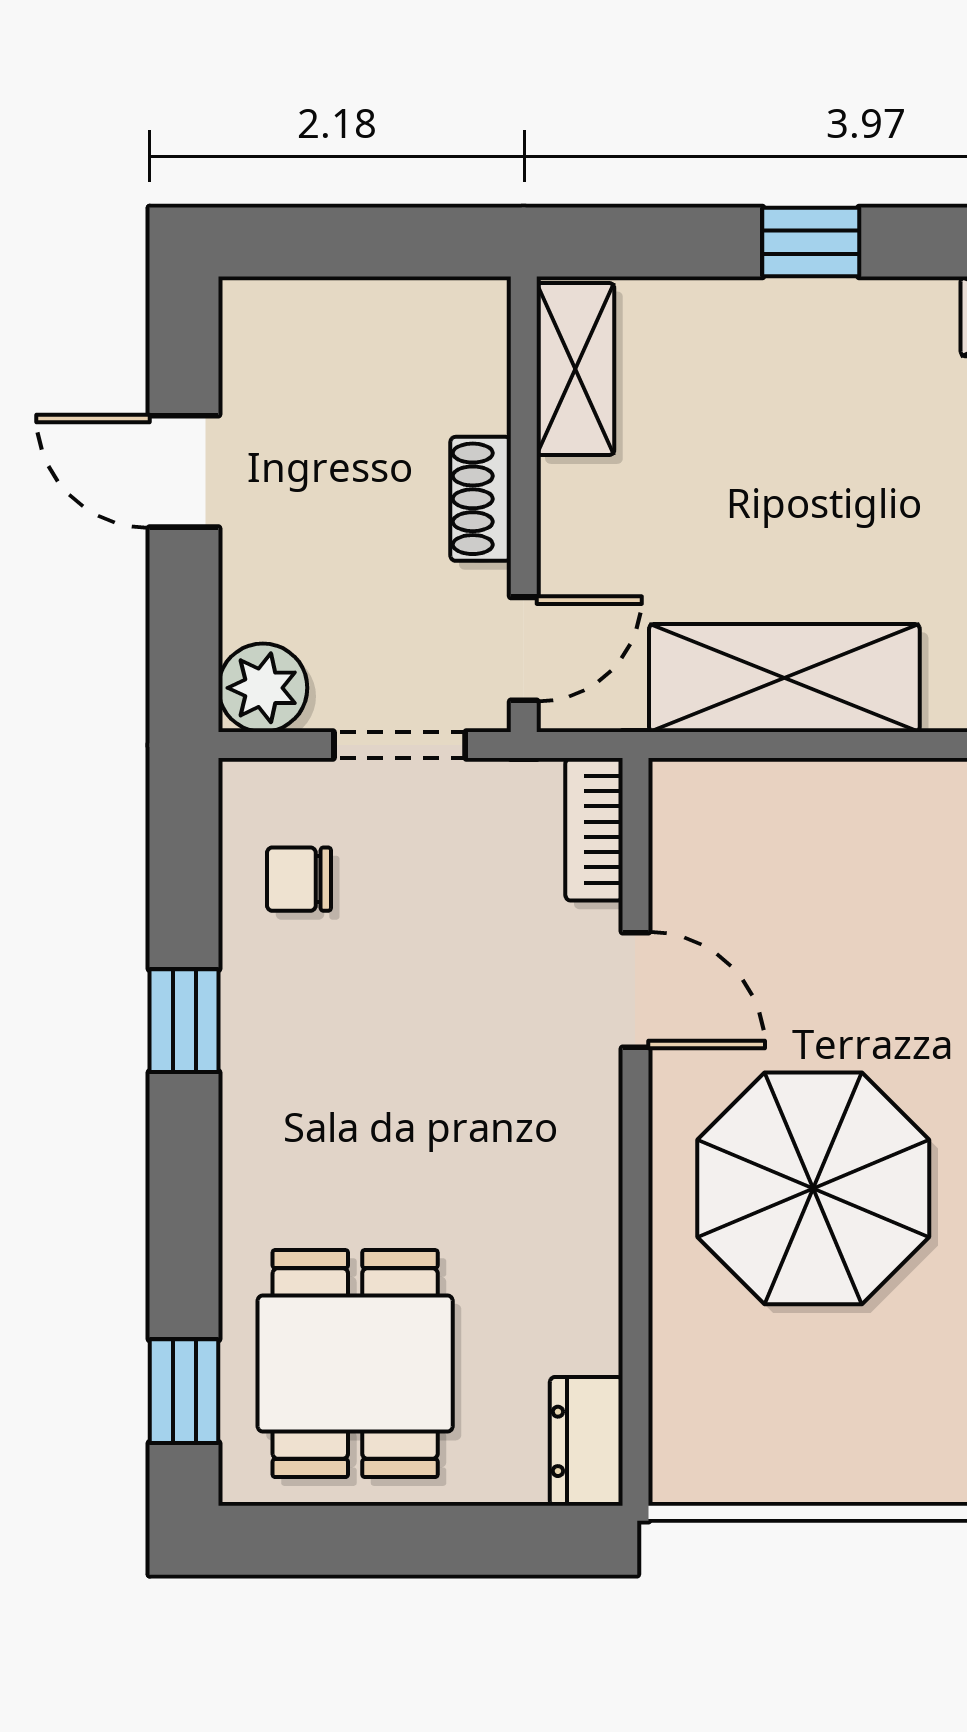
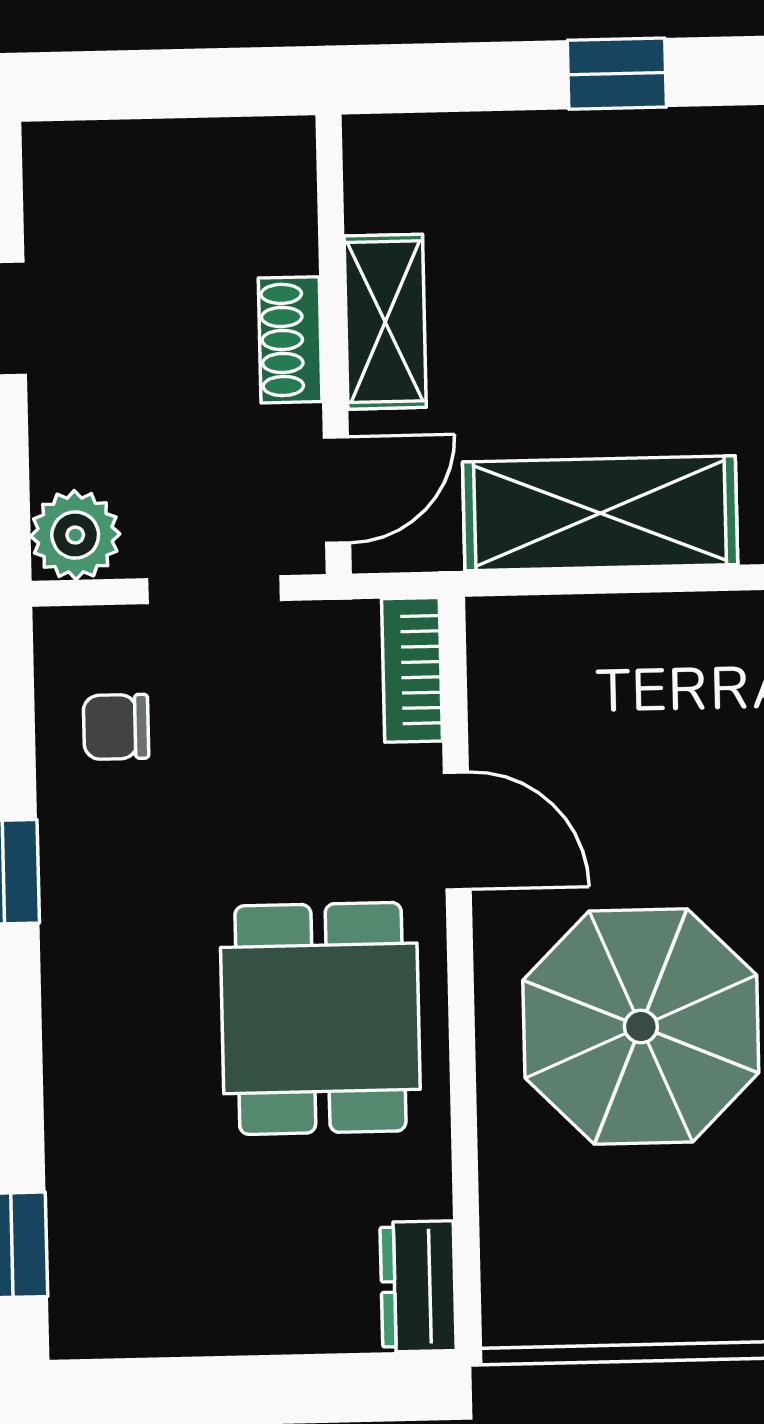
shelving: (575, 369) -> (385, 322), moved
dining table: (355, 1364) -> (320, 1018), moved

